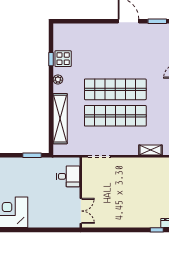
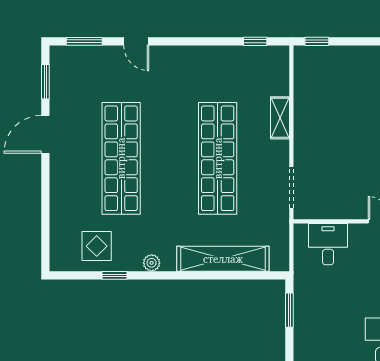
display table: (63, 59) -> (97, 246), moved
shop shelf: (115, 89) -> (121, 158), moved
shelving: (150, 150) -> (280, 118), moved

